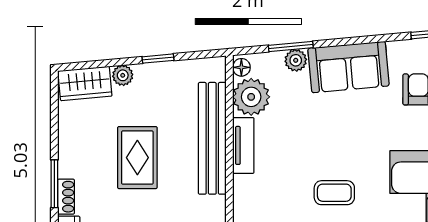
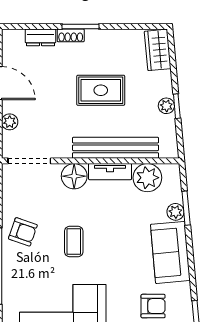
floor lamp: (241, 67) -> (74, 176), moved, width x1.89, depth x1.89
plant: (123, 75) -> (166, 106), moved

